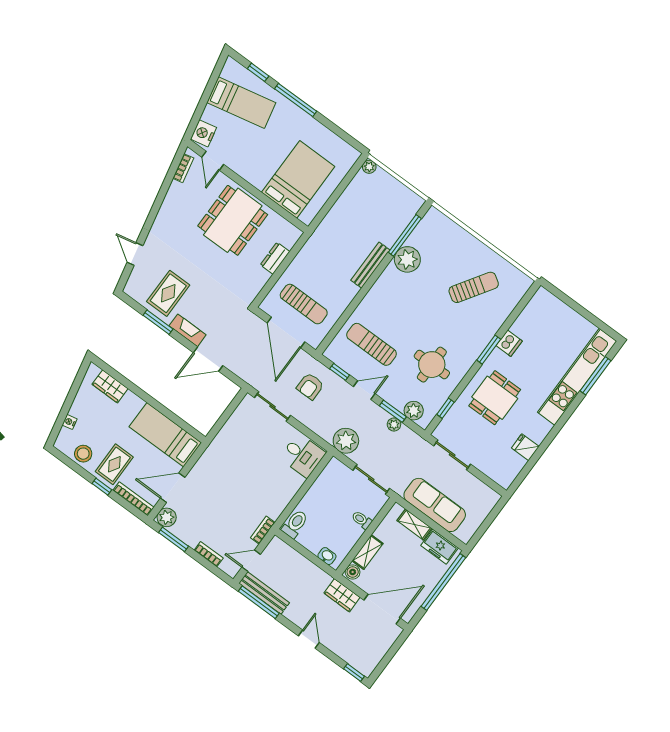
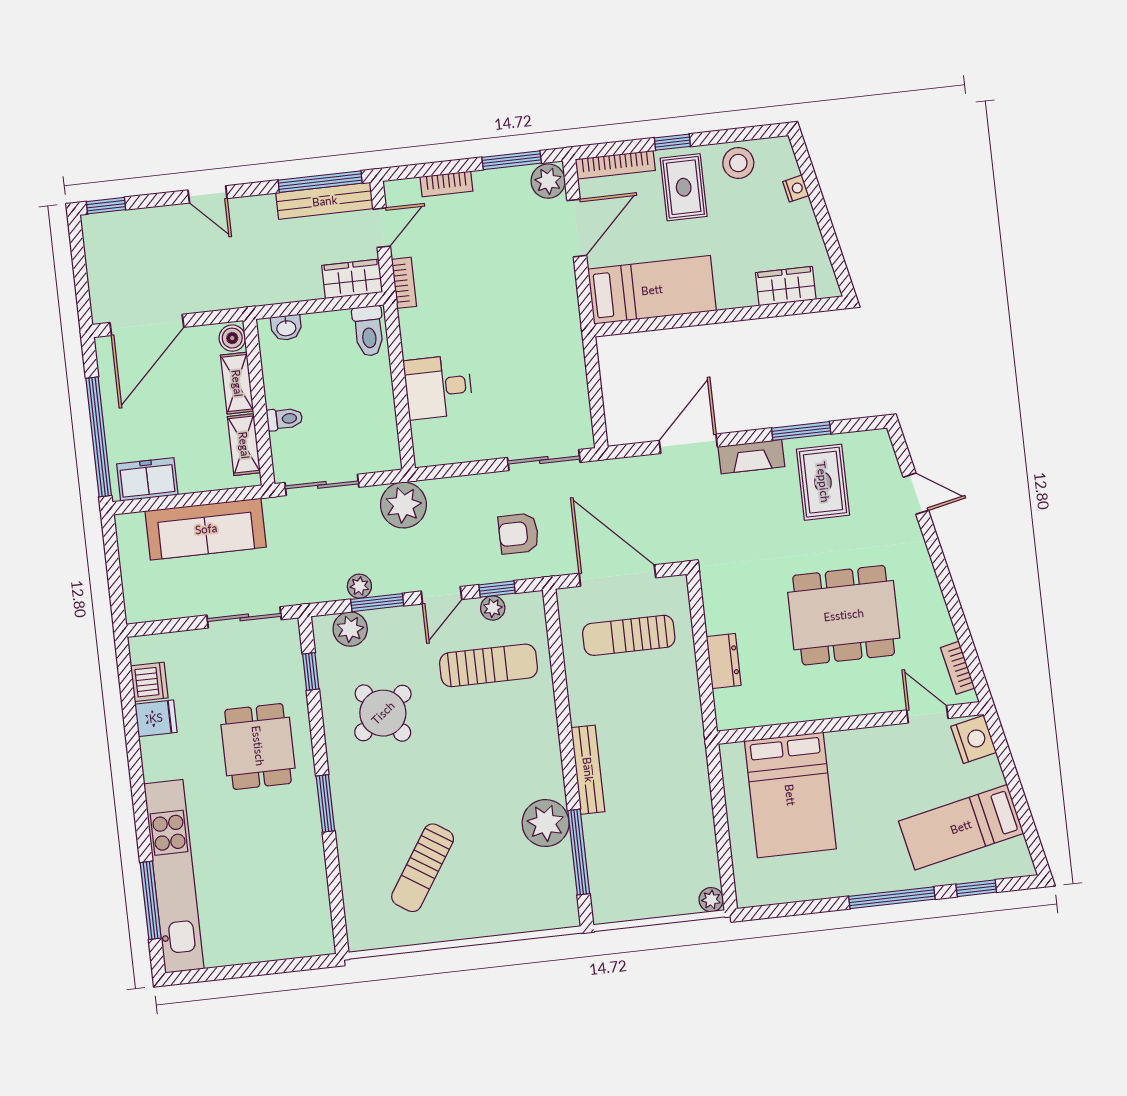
dining table: (233, 220) -> (844, 615), moved, turned 90
dishwasher: (509, 343) -> (149, 682), moved, turned 180
round table: (432, 365) -> (383, 713), turned -38
plant: (348, 366) -> (493, 608), added
armchair: (310, 386) -> (519, 534), turned -90
desk: (303, 455) -> (438, 387), moved
shelving: (414, 524) -> (244, 445), moved, turned 90
wardrobe: (342, 595) -> (352, 279), moved

